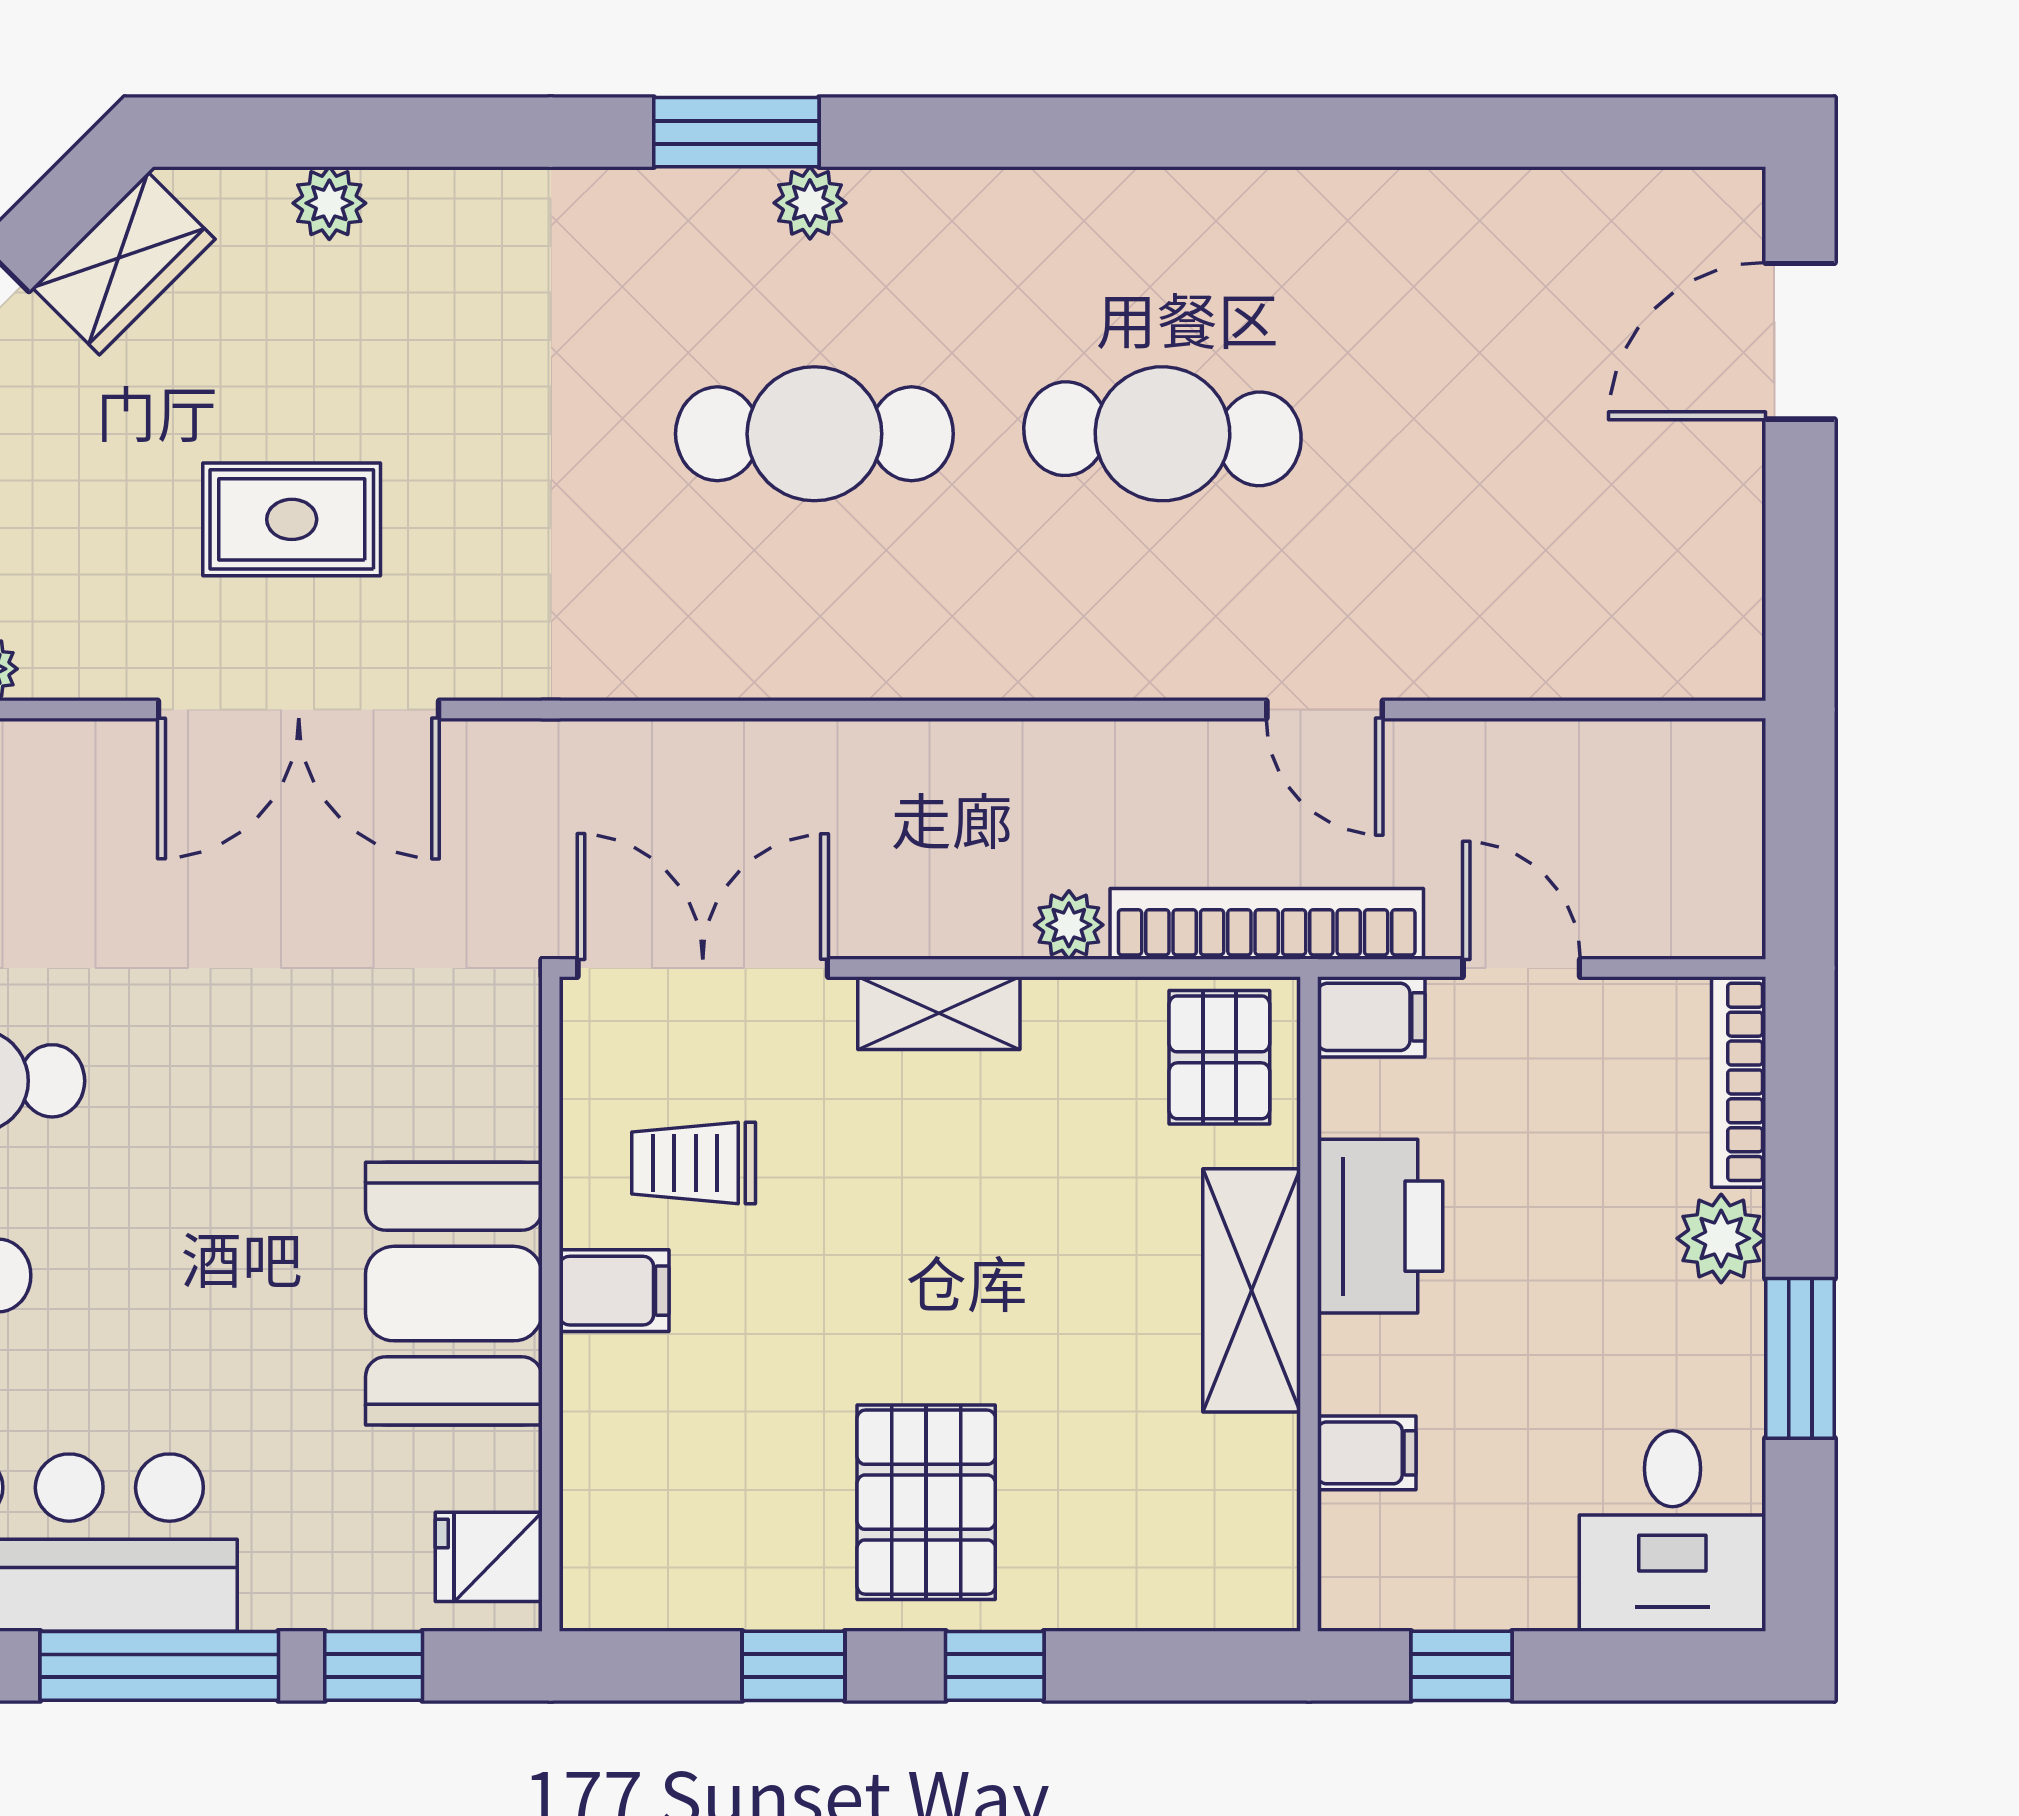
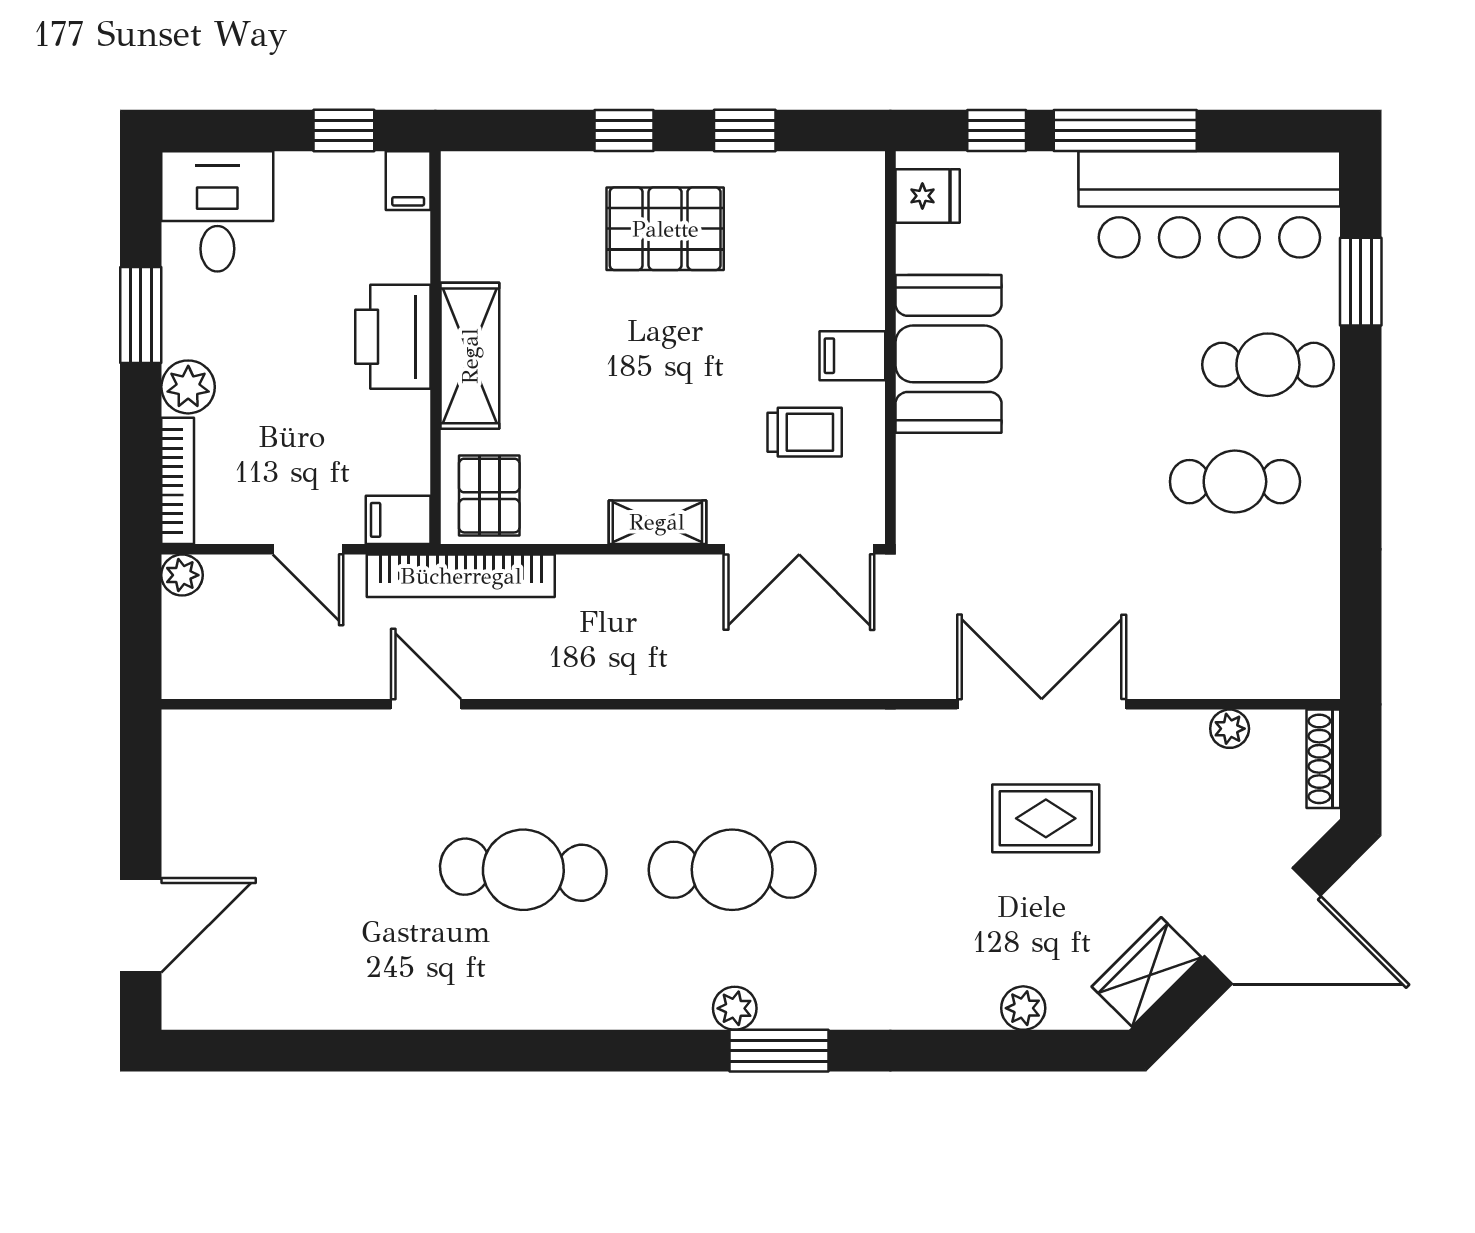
plant: (1069, 925) -> (182, 575), moved
printer: (1380, 1226) -> (393, 337), moved
filing cabinet: (1367, 1453) -> (408, 181), moved, turned -90
pallet: (926, 1502) -> (665, 229), turned 90

